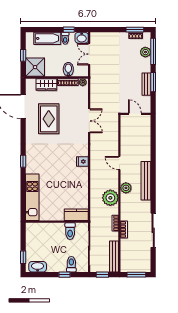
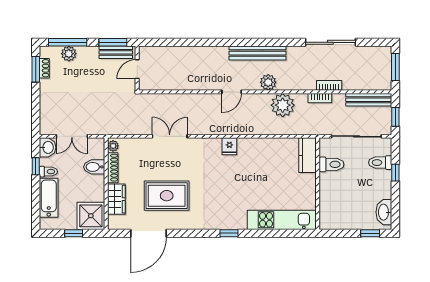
door: (135, 114) -> (137, 69), moved
wall: (136, 114) -> (137, 68), moved

